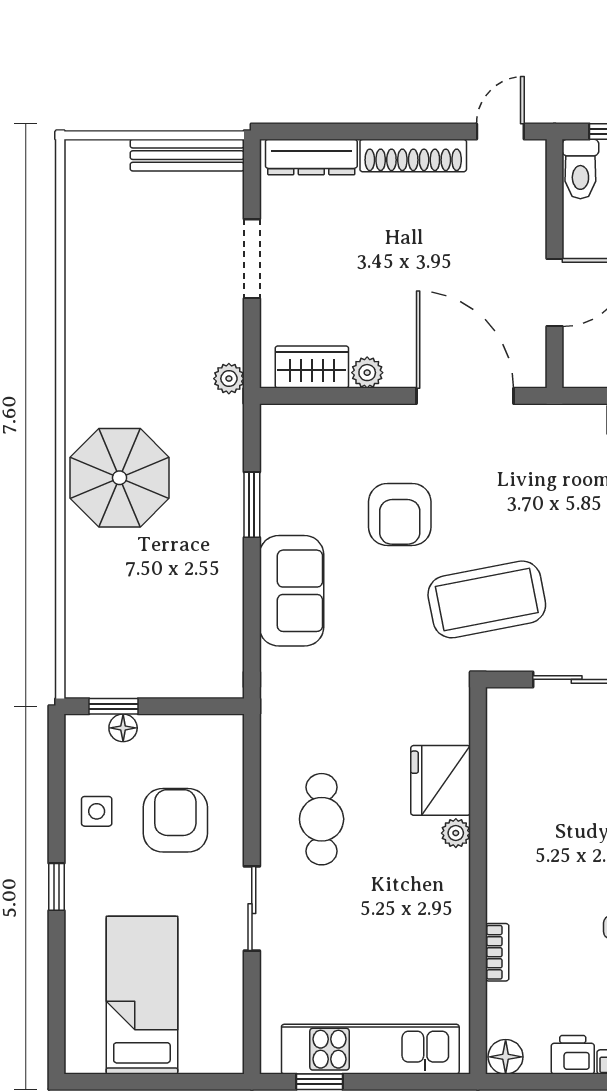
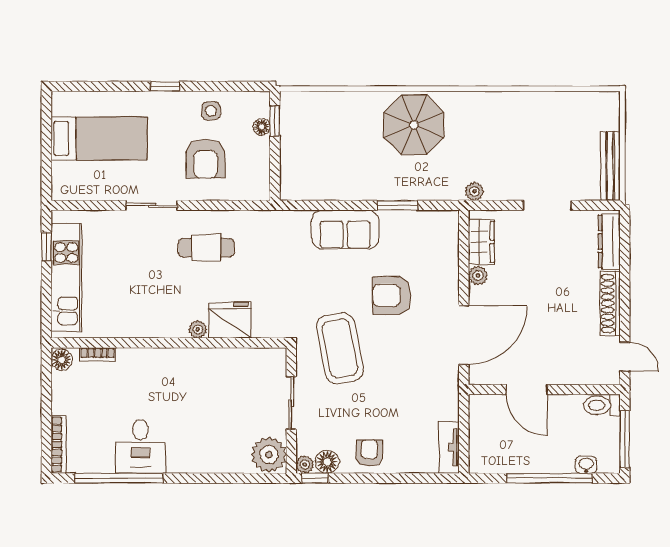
armchair: (175, 820) -> (206, 159), turned 90
bookcase: (497, 952) -> (98, 355), moved
printer: (573, 1055) -> (63, 401), removed

